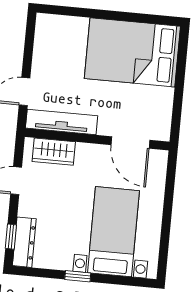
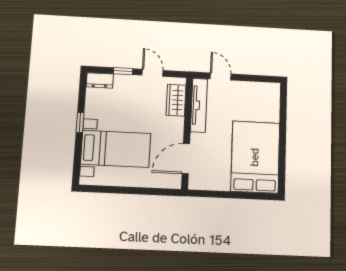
window: (11, 237) -> (123, 71), moved
dresser: (24, 242) -> (100, 80), width x0.70

